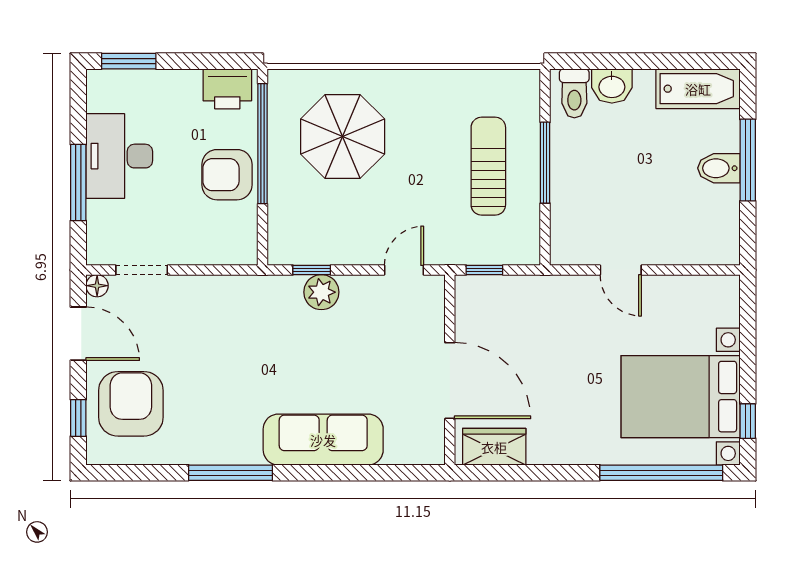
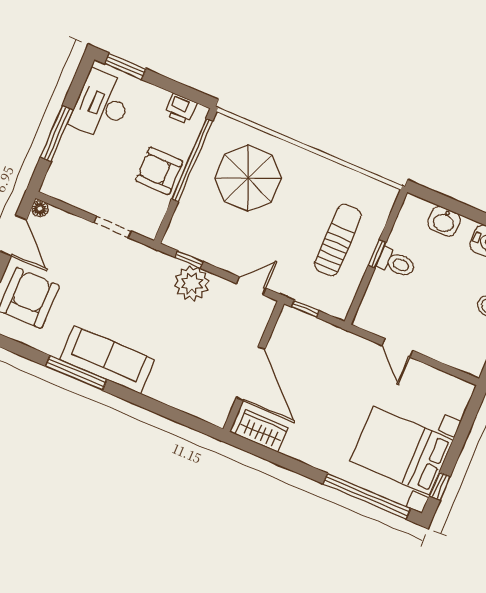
printer: (227, 89) -> (181, 109), width x0.73, depth x0.81
toilet: (574, 93) -> (396, 263), moved, turned -90
desk: (119, 156) -> (101, 105), moved
window: (545, 163) -> (377, 254), width x0.46
doorway: (142, 270) -> (112, 227), moved
plant: (321, 292) -> (192, 283), width x1.36, depth x1.36
sofa: (323, 440) -> (107, 360), moved

